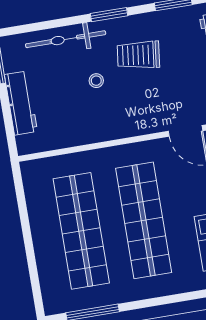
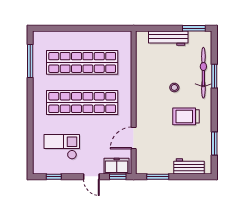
window: (109, 15) -> (214, 76), moved
trolley: (138, 55) -> (186, 116), turned -97

